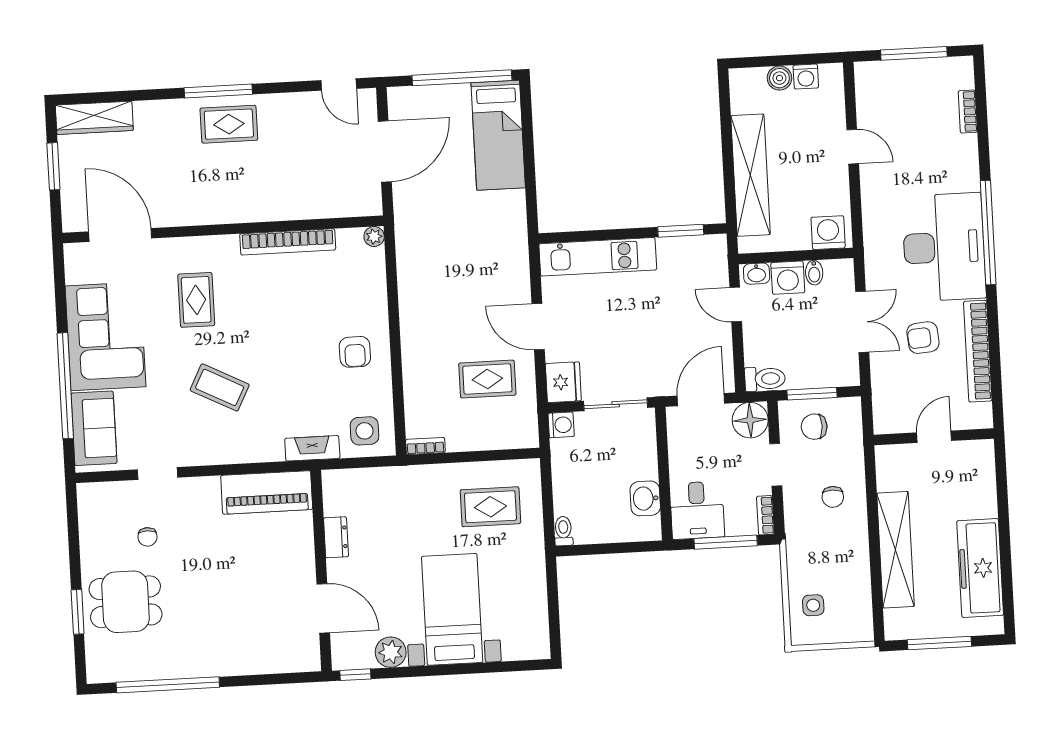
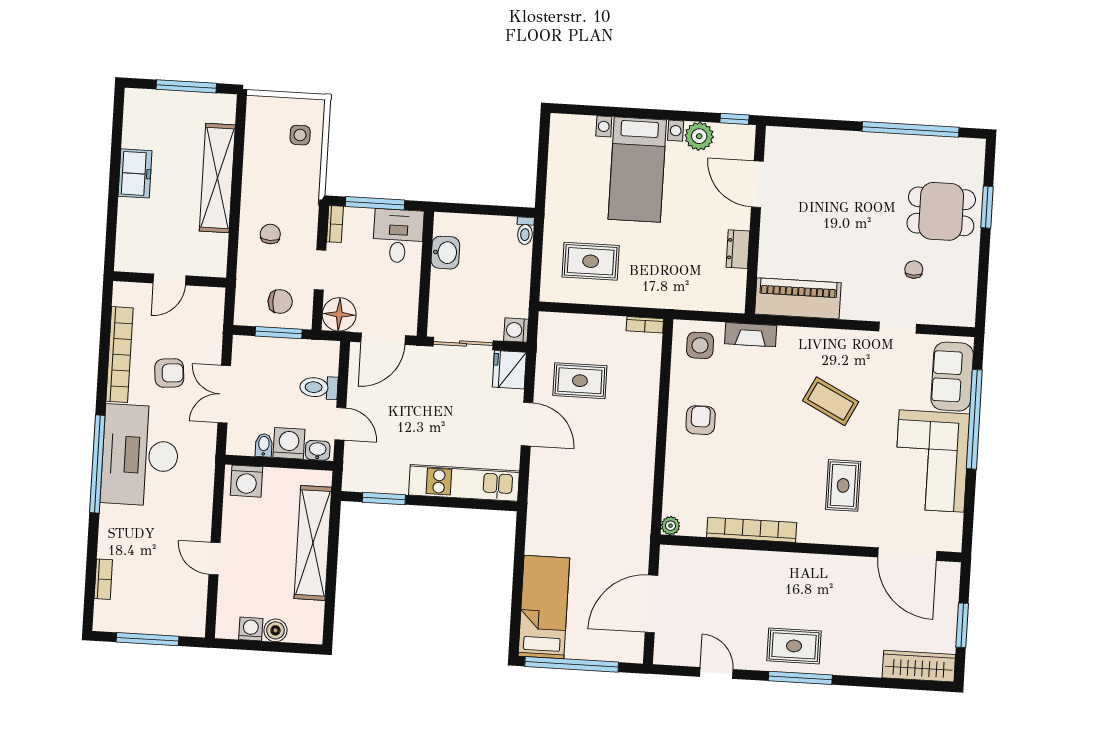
door: (339, 84) -> (716, 673), moved
toilet: (765, 379) -> (319, 387), moved
freezer: (980, 568) -> (135, 173), width x0.52, depth x0.79

